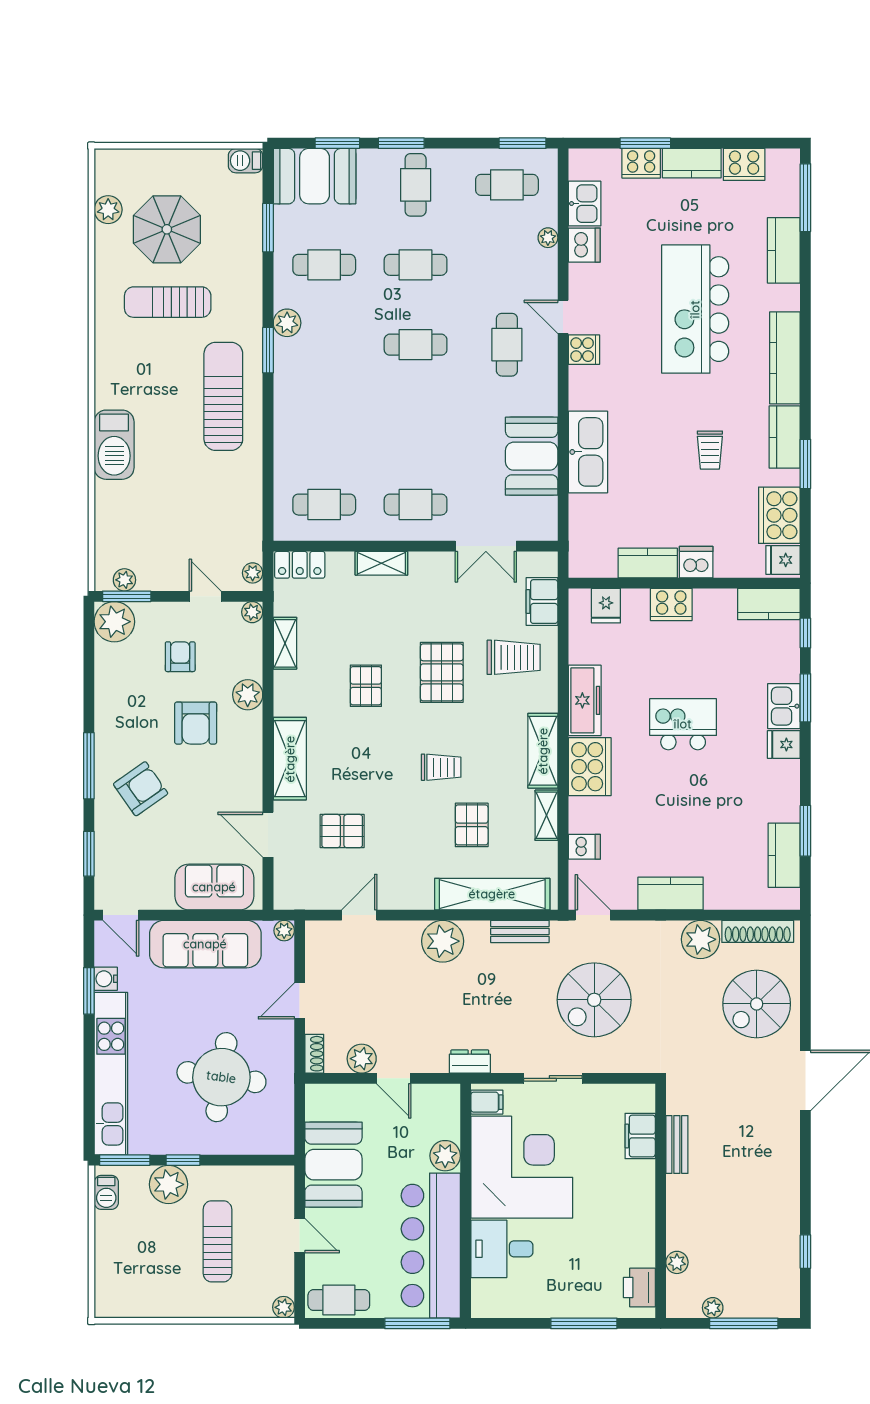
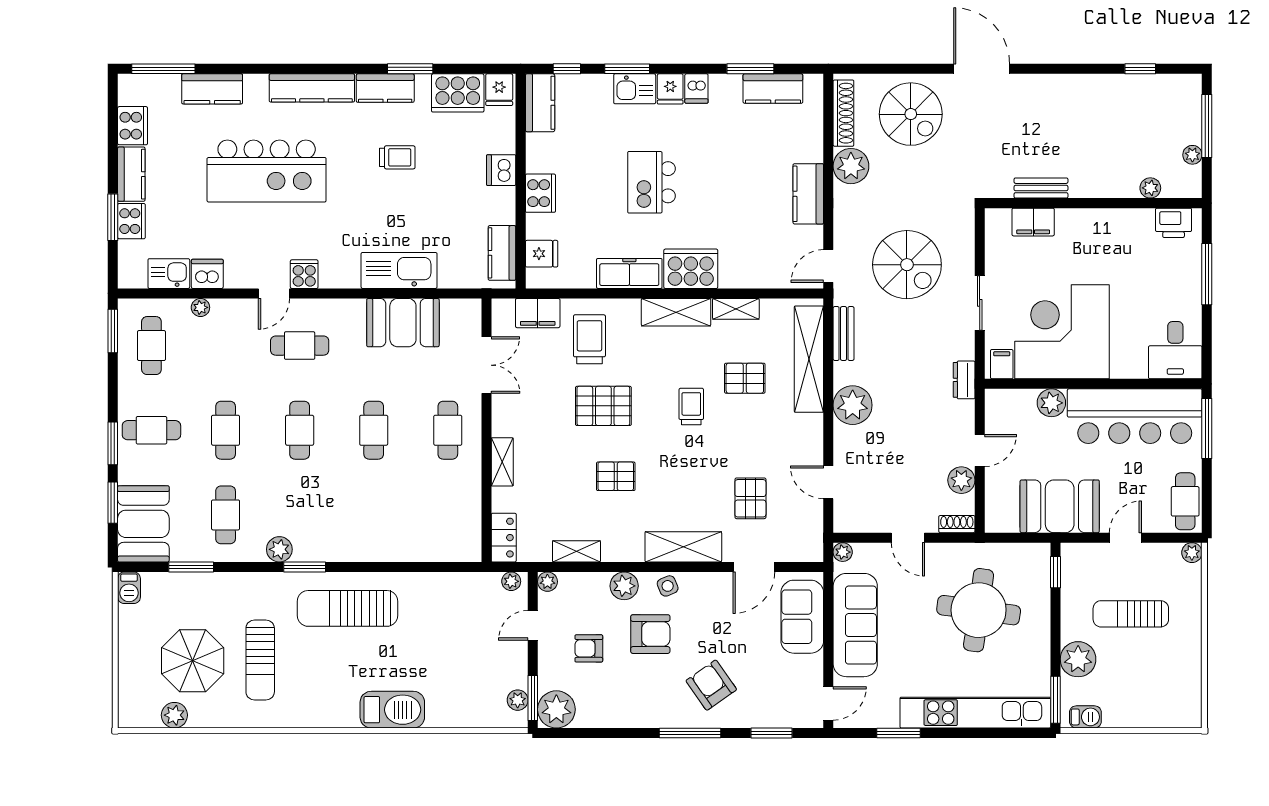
cafe table: (324, 505) -> (374, 430), moved
kitchen counter: (648, 563) -> (502, 253), moved
side table: (248, 742) -> (668, 586), added
dishwasher: (584, 847) -> (696, 89), moved, turned 180
water cooler: (106, 979) -> (887, 717), removed
window: (183, 1160) -> (1055, 572), moved
desk: (502, 1249) -> (1175, 350), moved

